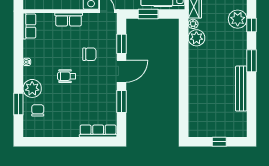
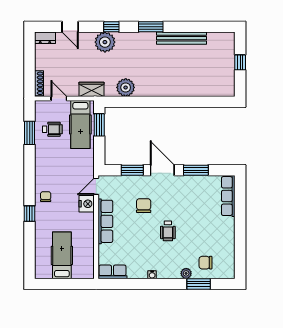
window: (148, 14) -> (99, 125), moved
row of seats: (69, 19) -> (105, 221), width x1.48
plant: (193, 24) -> (110, 91), removed
plant: (32, 88) -> (186, 273), width x0.53, depth x0.53

